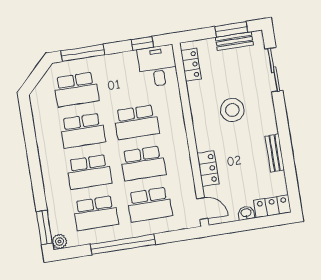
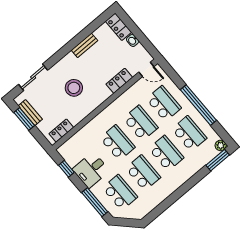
desk: (158, 66) -> (91, 170), moved
door: (202, 209) -> (146, 69), swing flipped

